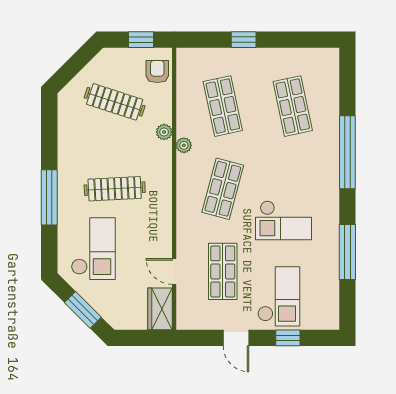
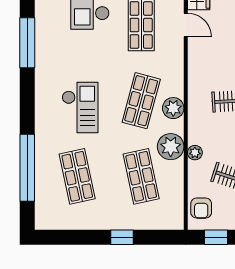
plant: (184, 145) -> (171, 147), width x1.87, depth x1.87
window: (347, 152) -> (27, 168), moved
plant: (188, 181) -> (173, 108), added
checkout: (284, 220) -> (80, 107), moved, turned 90

